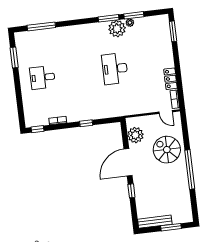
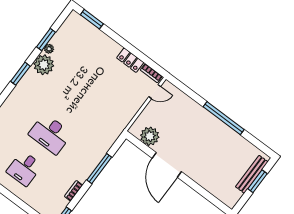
window: (109, 18) -> (20, 74), moved
desk: (115, 69) -> (50, 134), moved
window: (86, 123) -> (99, 169), width x2.17
spiral stairs: (167, 150) -> (188, 121), removed
window: (131, 191) -> (194, 185), removed
bench: (155, 222) -> (252, 174), moved

